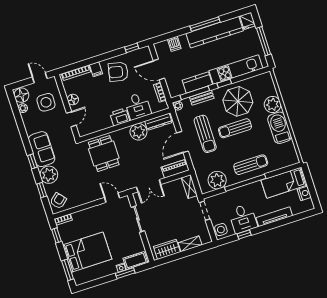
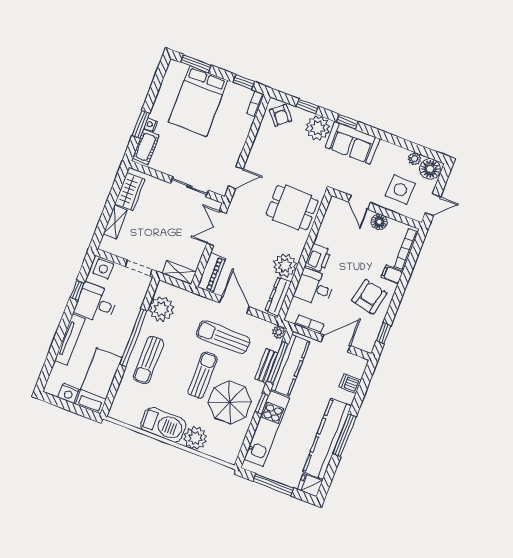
kitchen counter: (197, 82) -> (290, 365), width x1.50

